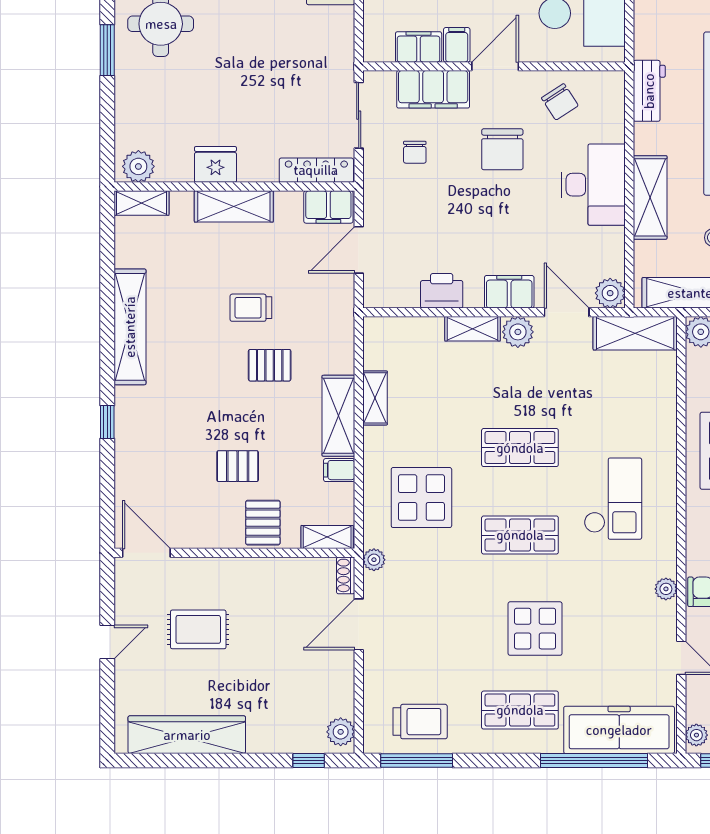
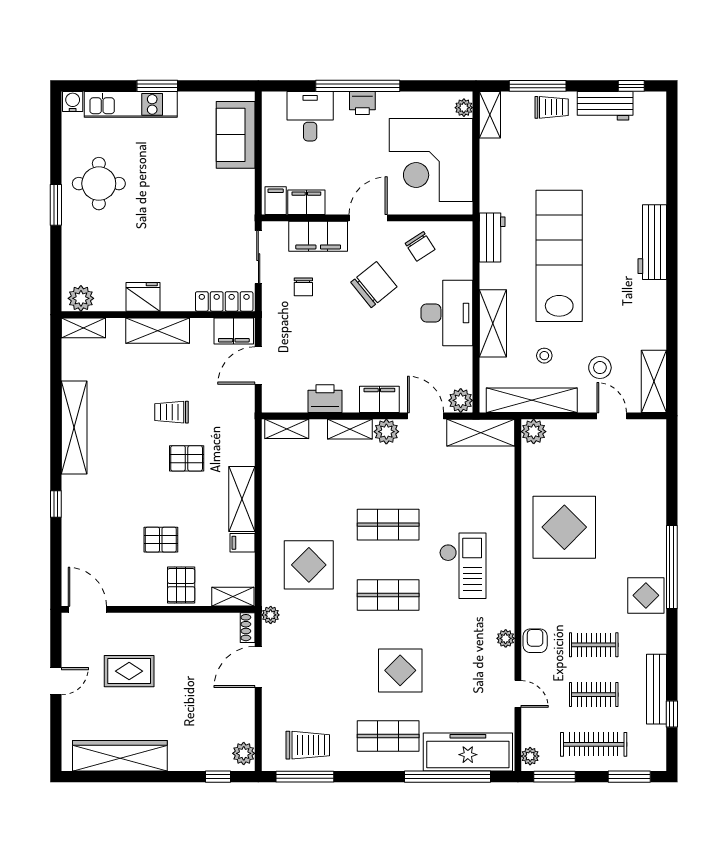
filing cabinet: (457, 45) -> (276, 201), moved
chair: (502, 149) -> (374, 285), turned -129
shelving: (375, 398) -> (287, 429), moved, turned 90

